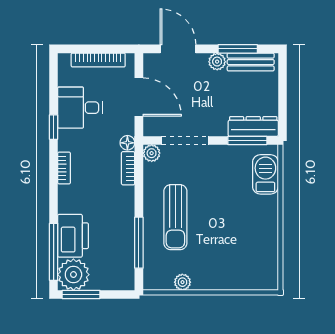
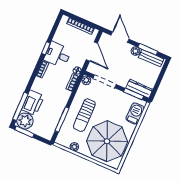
desk: (80, 108) -> (58, 55), moved
parasol: (237, 246) -> (107, 141), added

